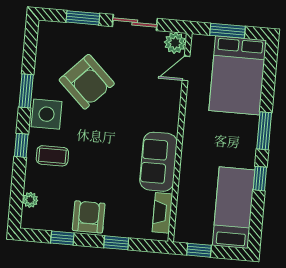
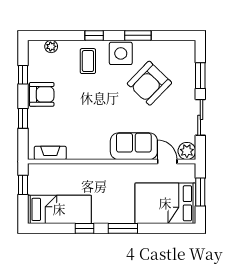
sofa: (158, 162) -> (134, 146), moved

